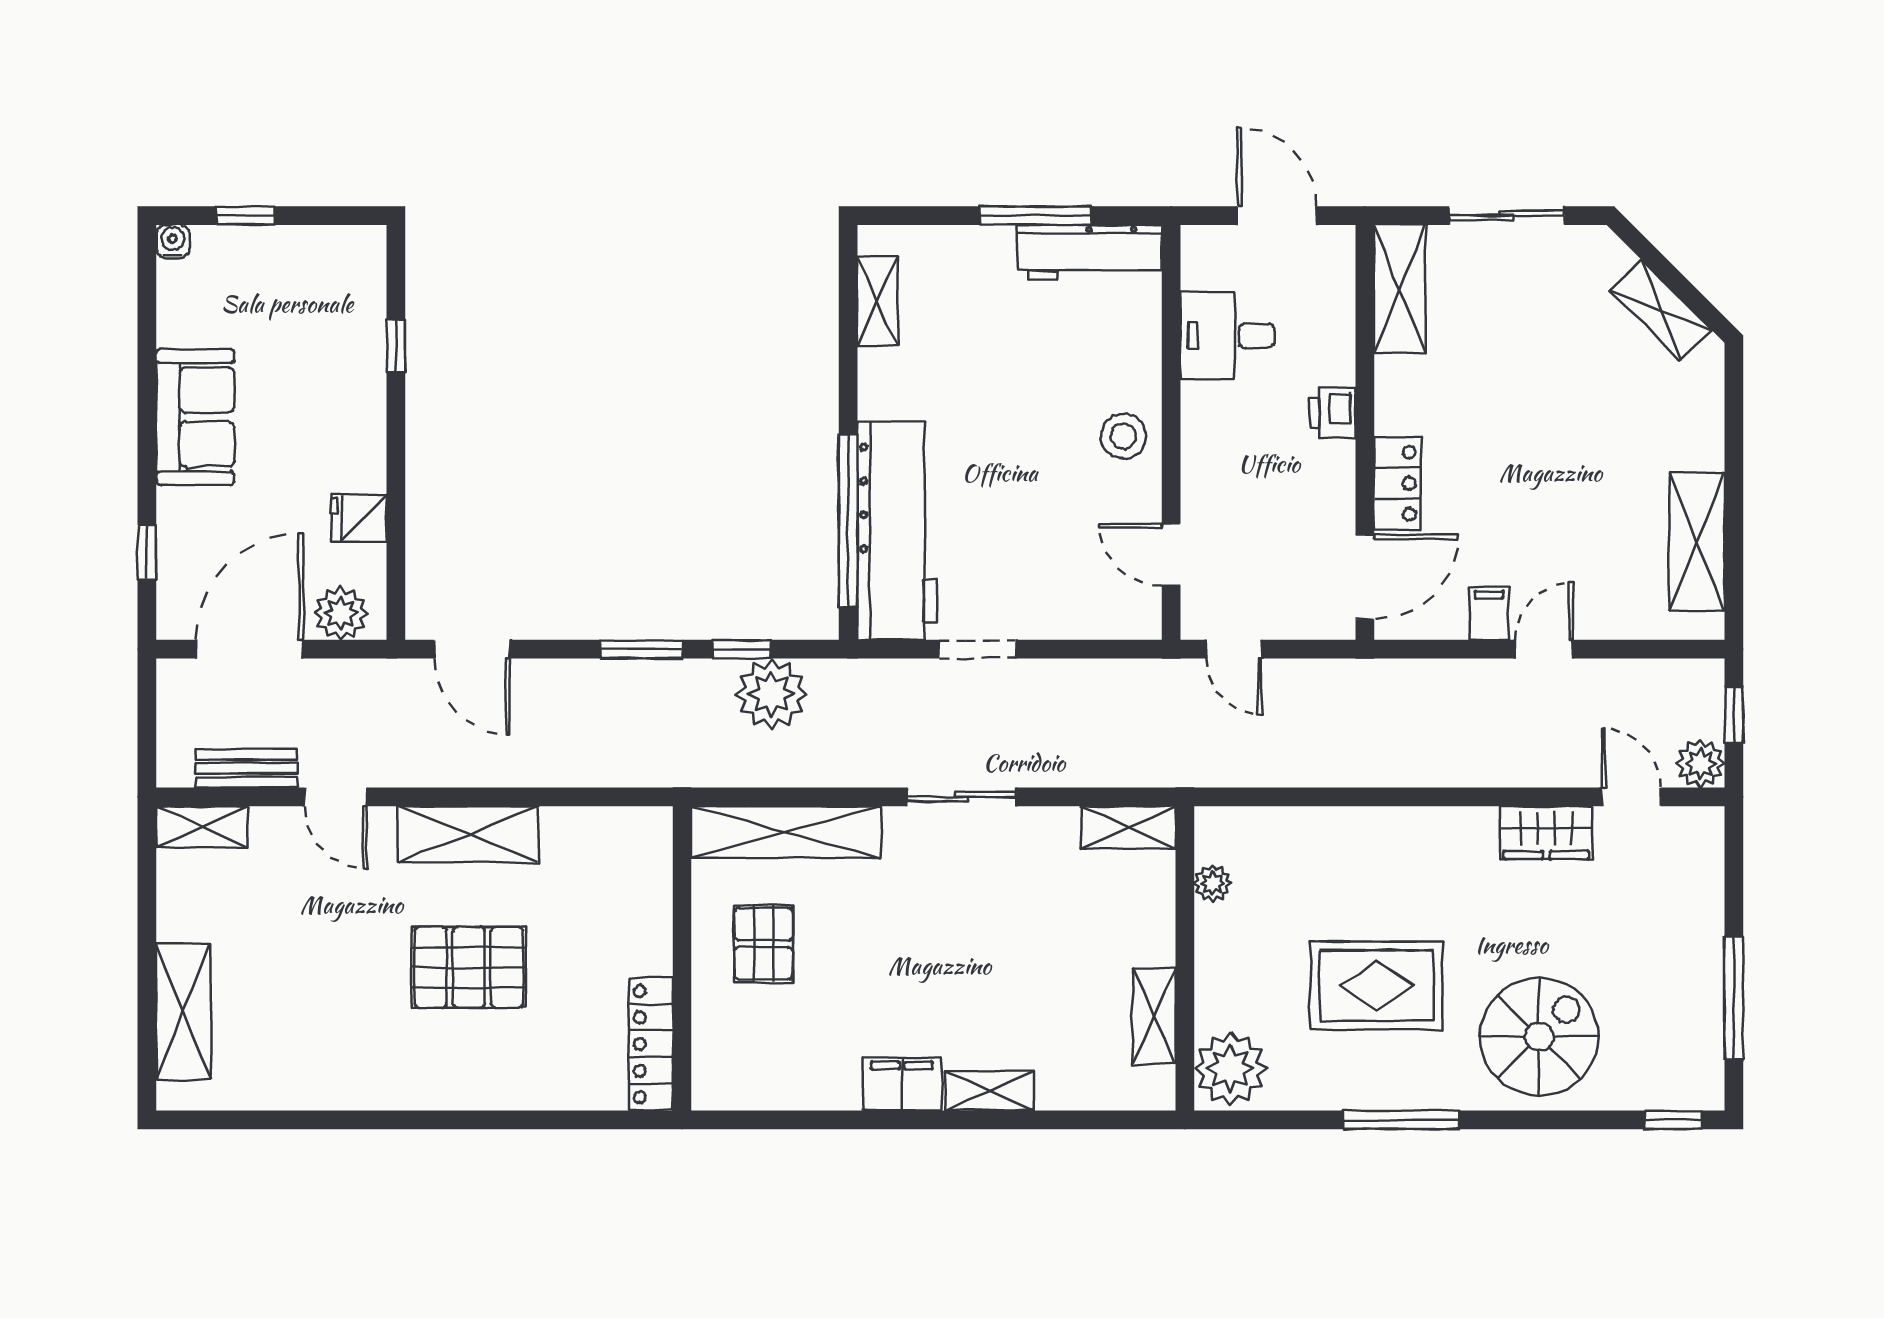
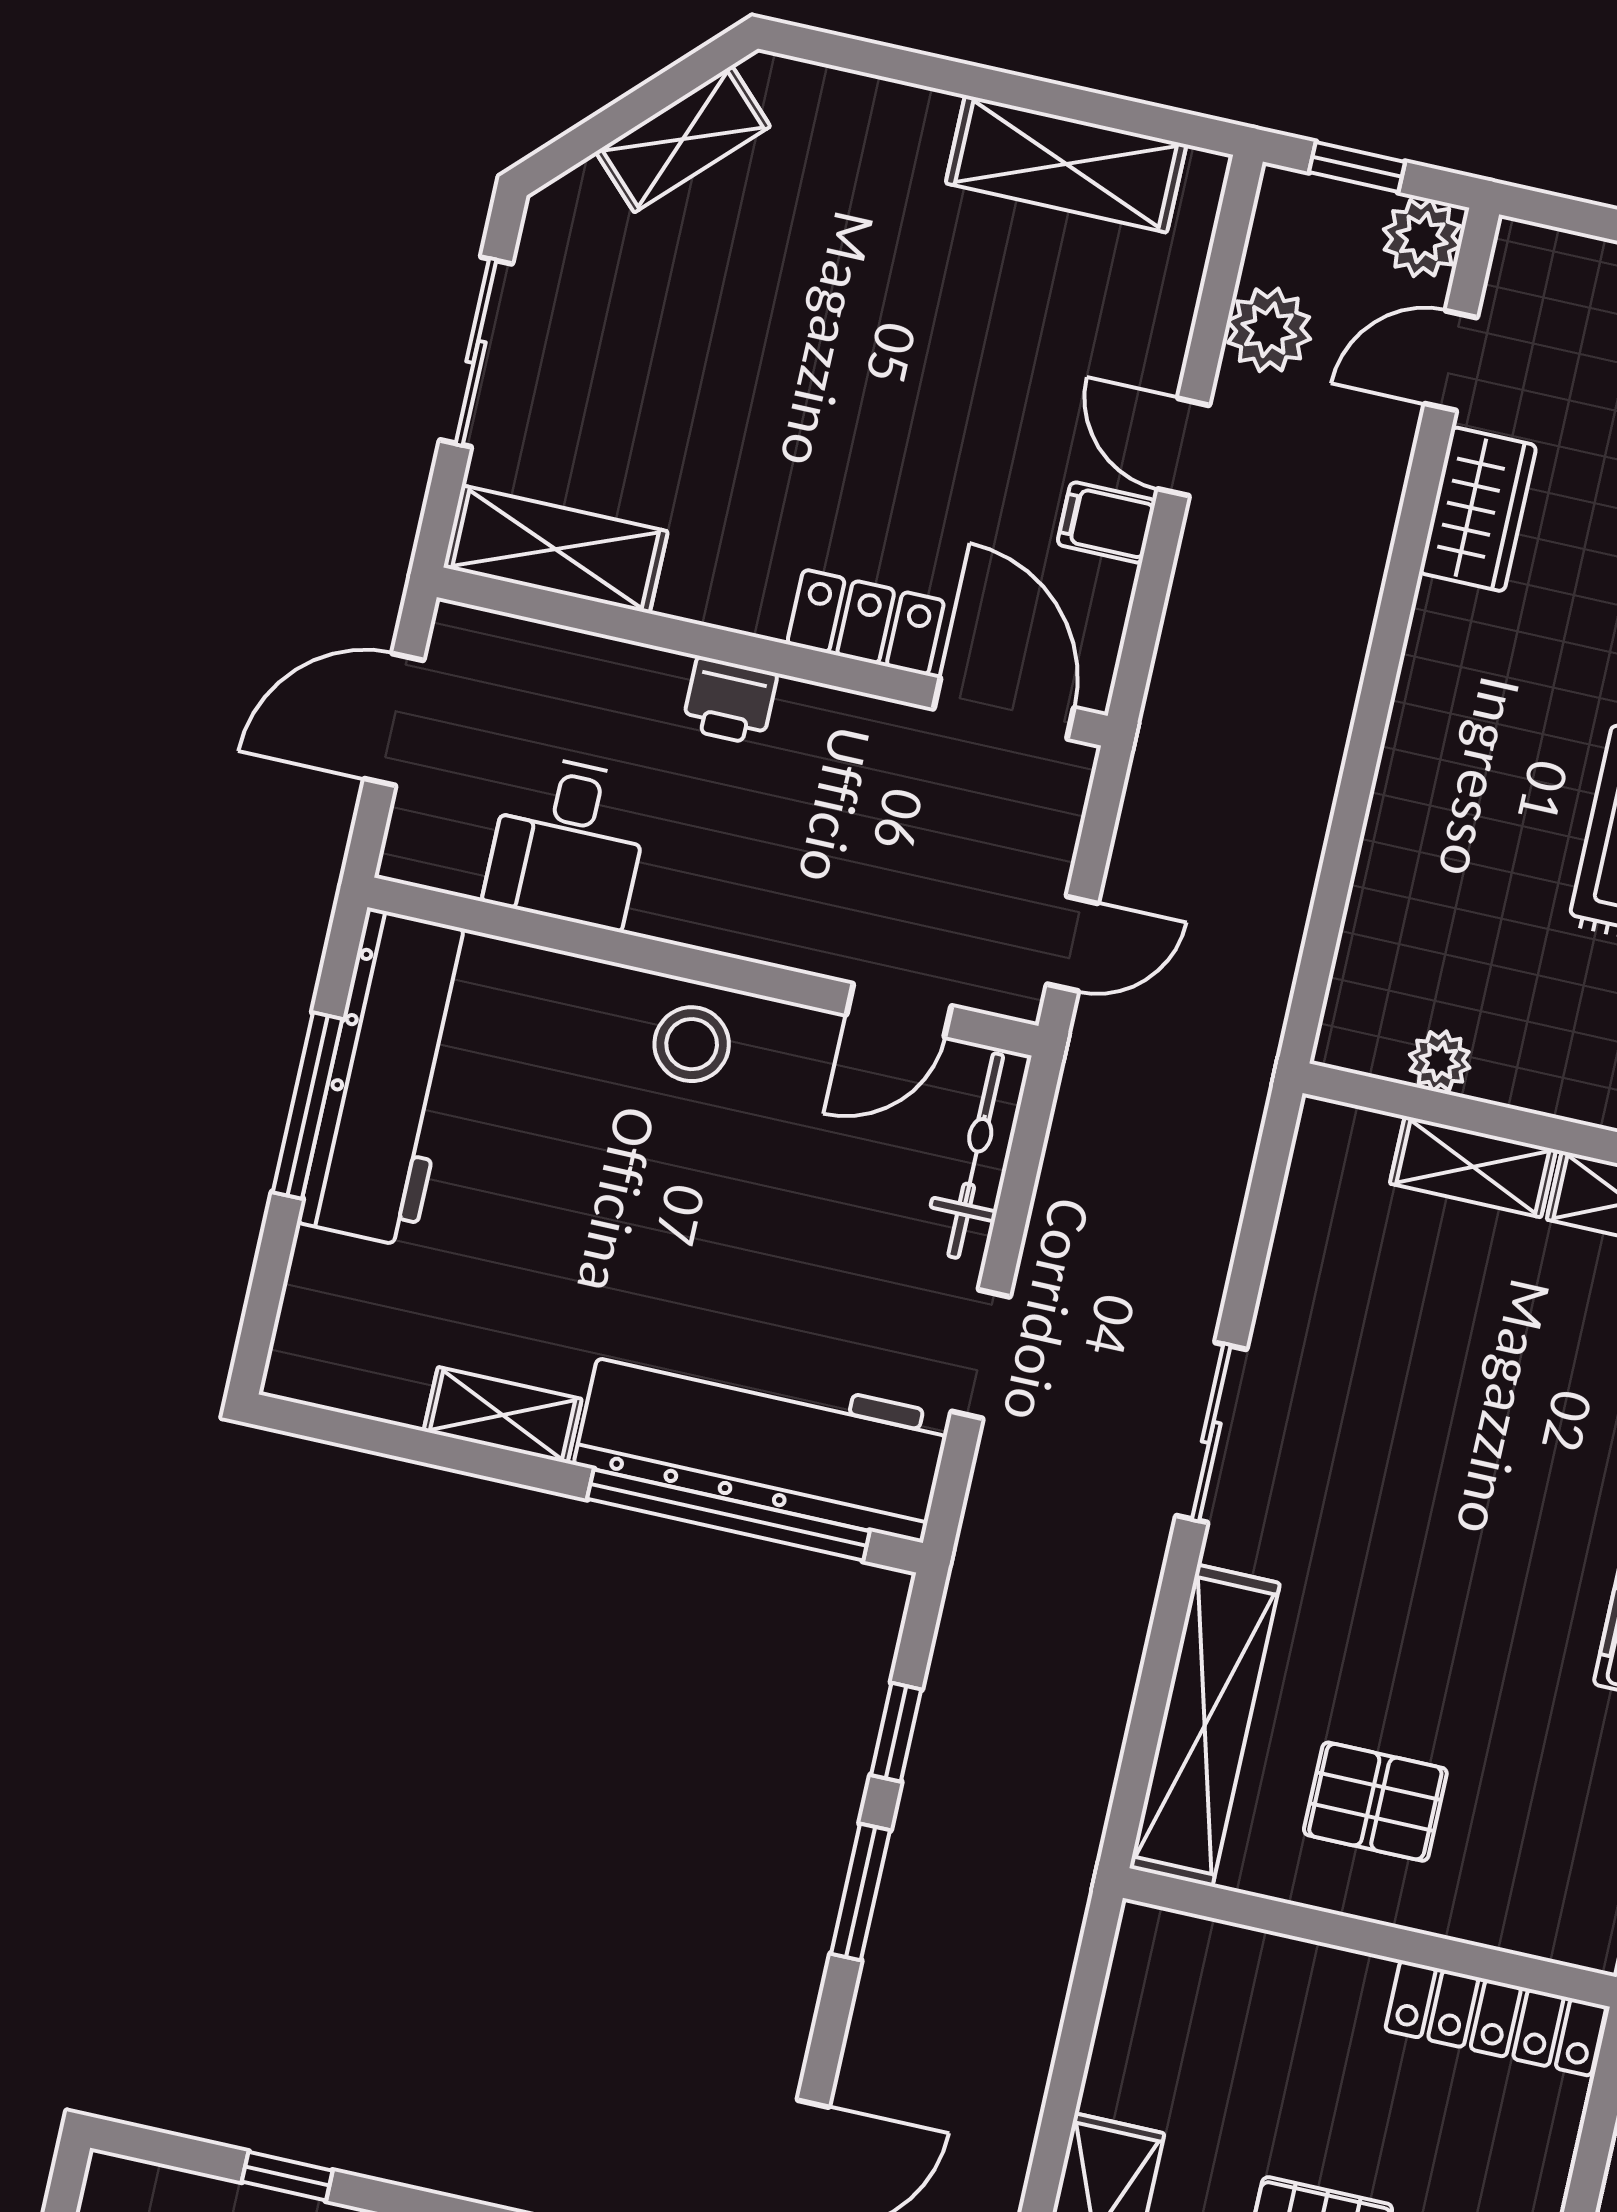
workbench: (1090, 252) -> (390, 1078), width x1.36, depth x1.32
shelving: (878, 301) -> (503, 1415), moved
bicycle: (1095, 620) -> (976, 1156), added
plant: (772, 694) -> (1269, 330), moved, width x0.73, depth x0.73
shelving: (1128, 827) -> (1473, 1167), moved, turned 90

